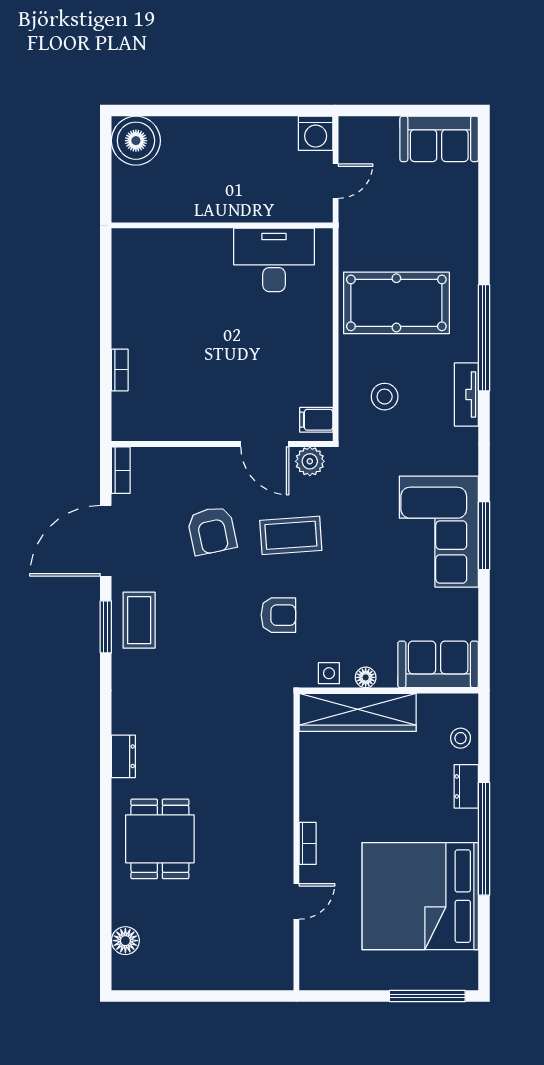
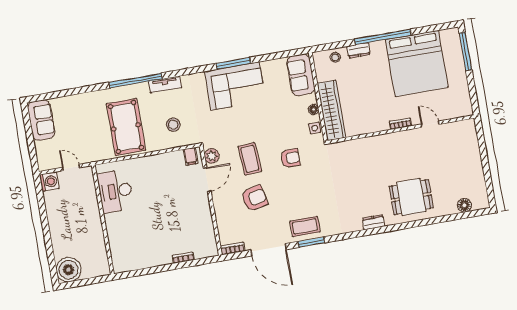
armchair: (278, 615) -> (290, 158), turned 90

